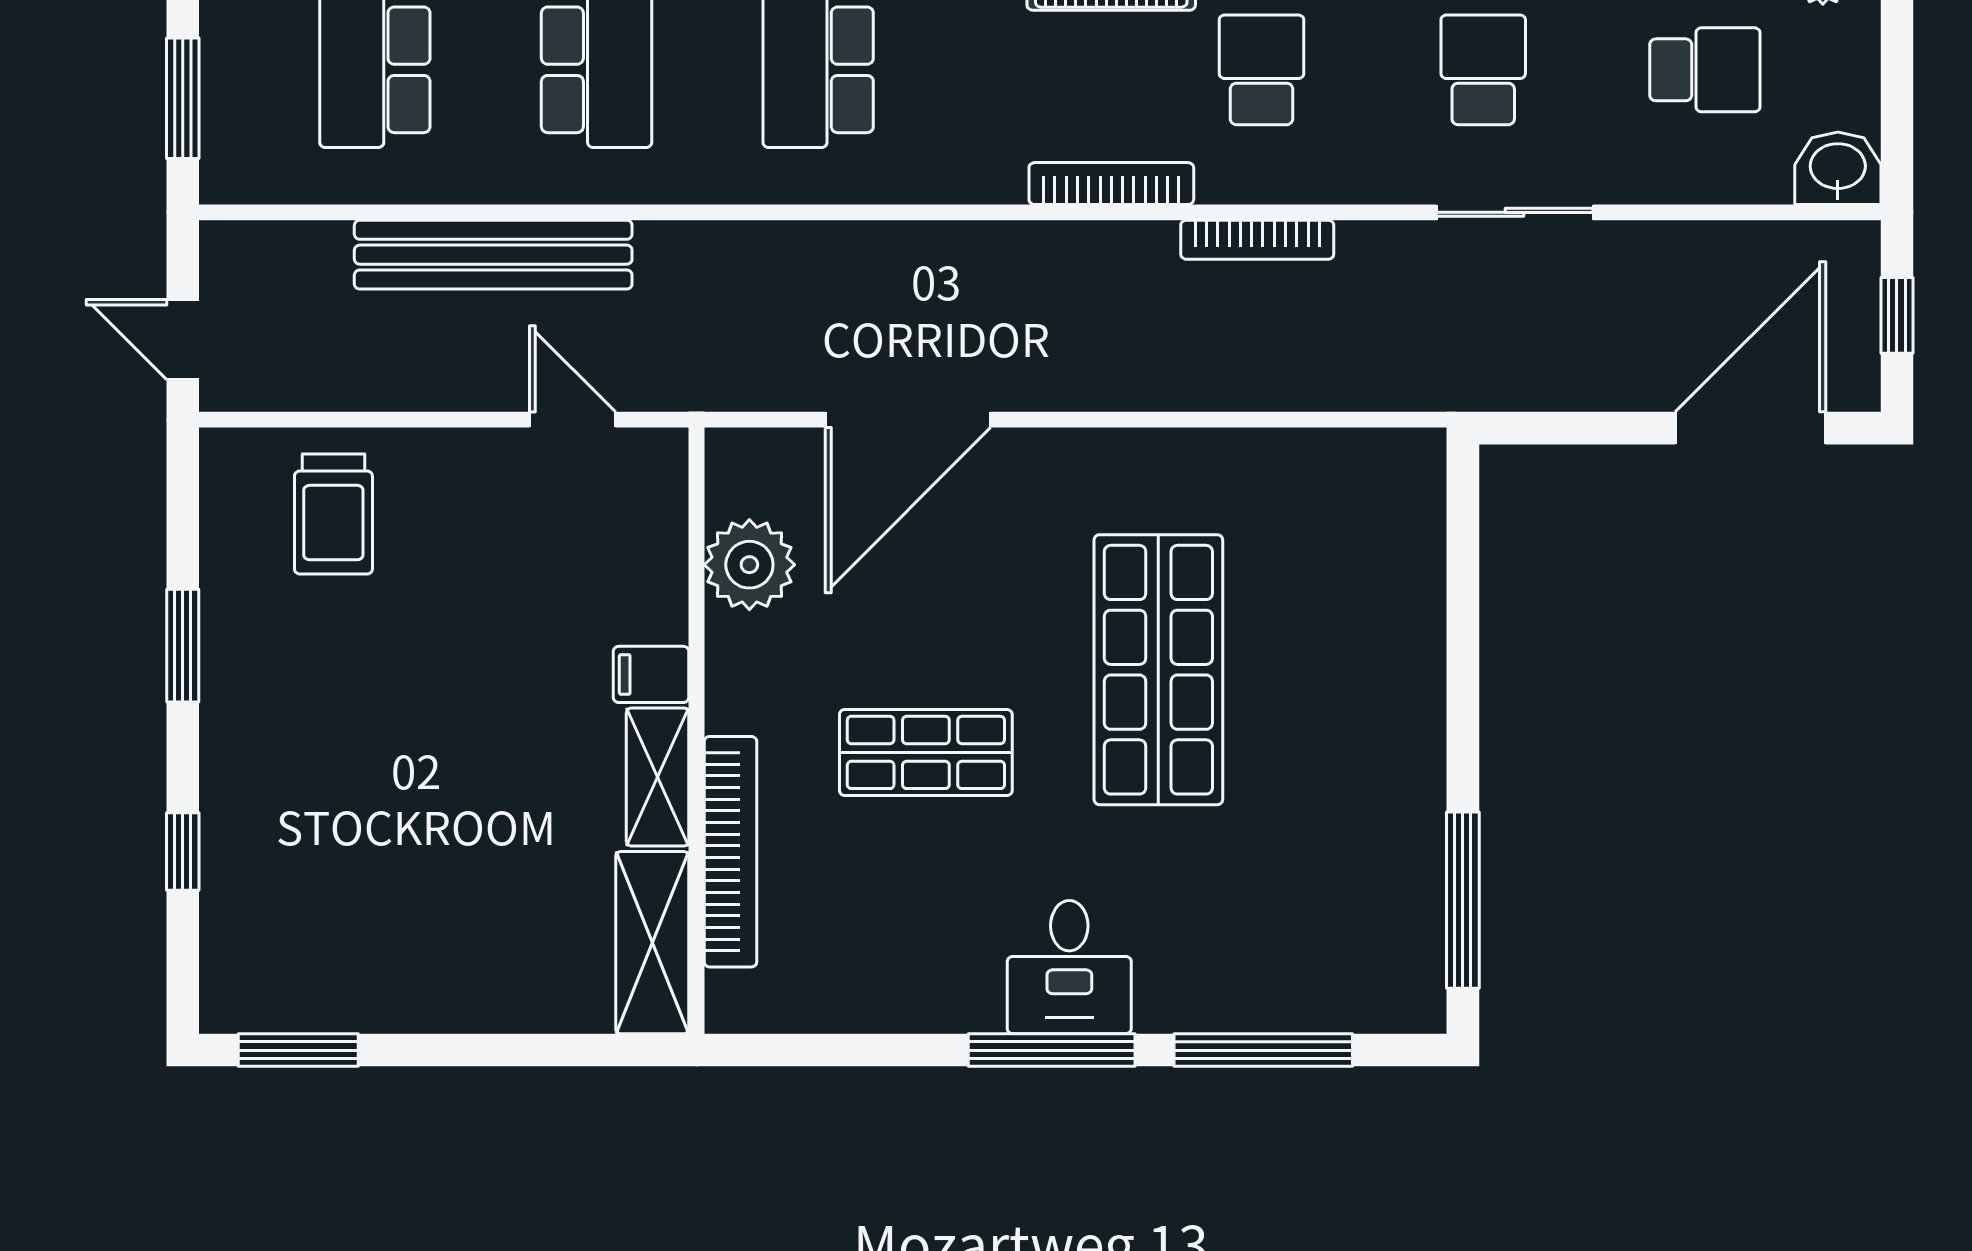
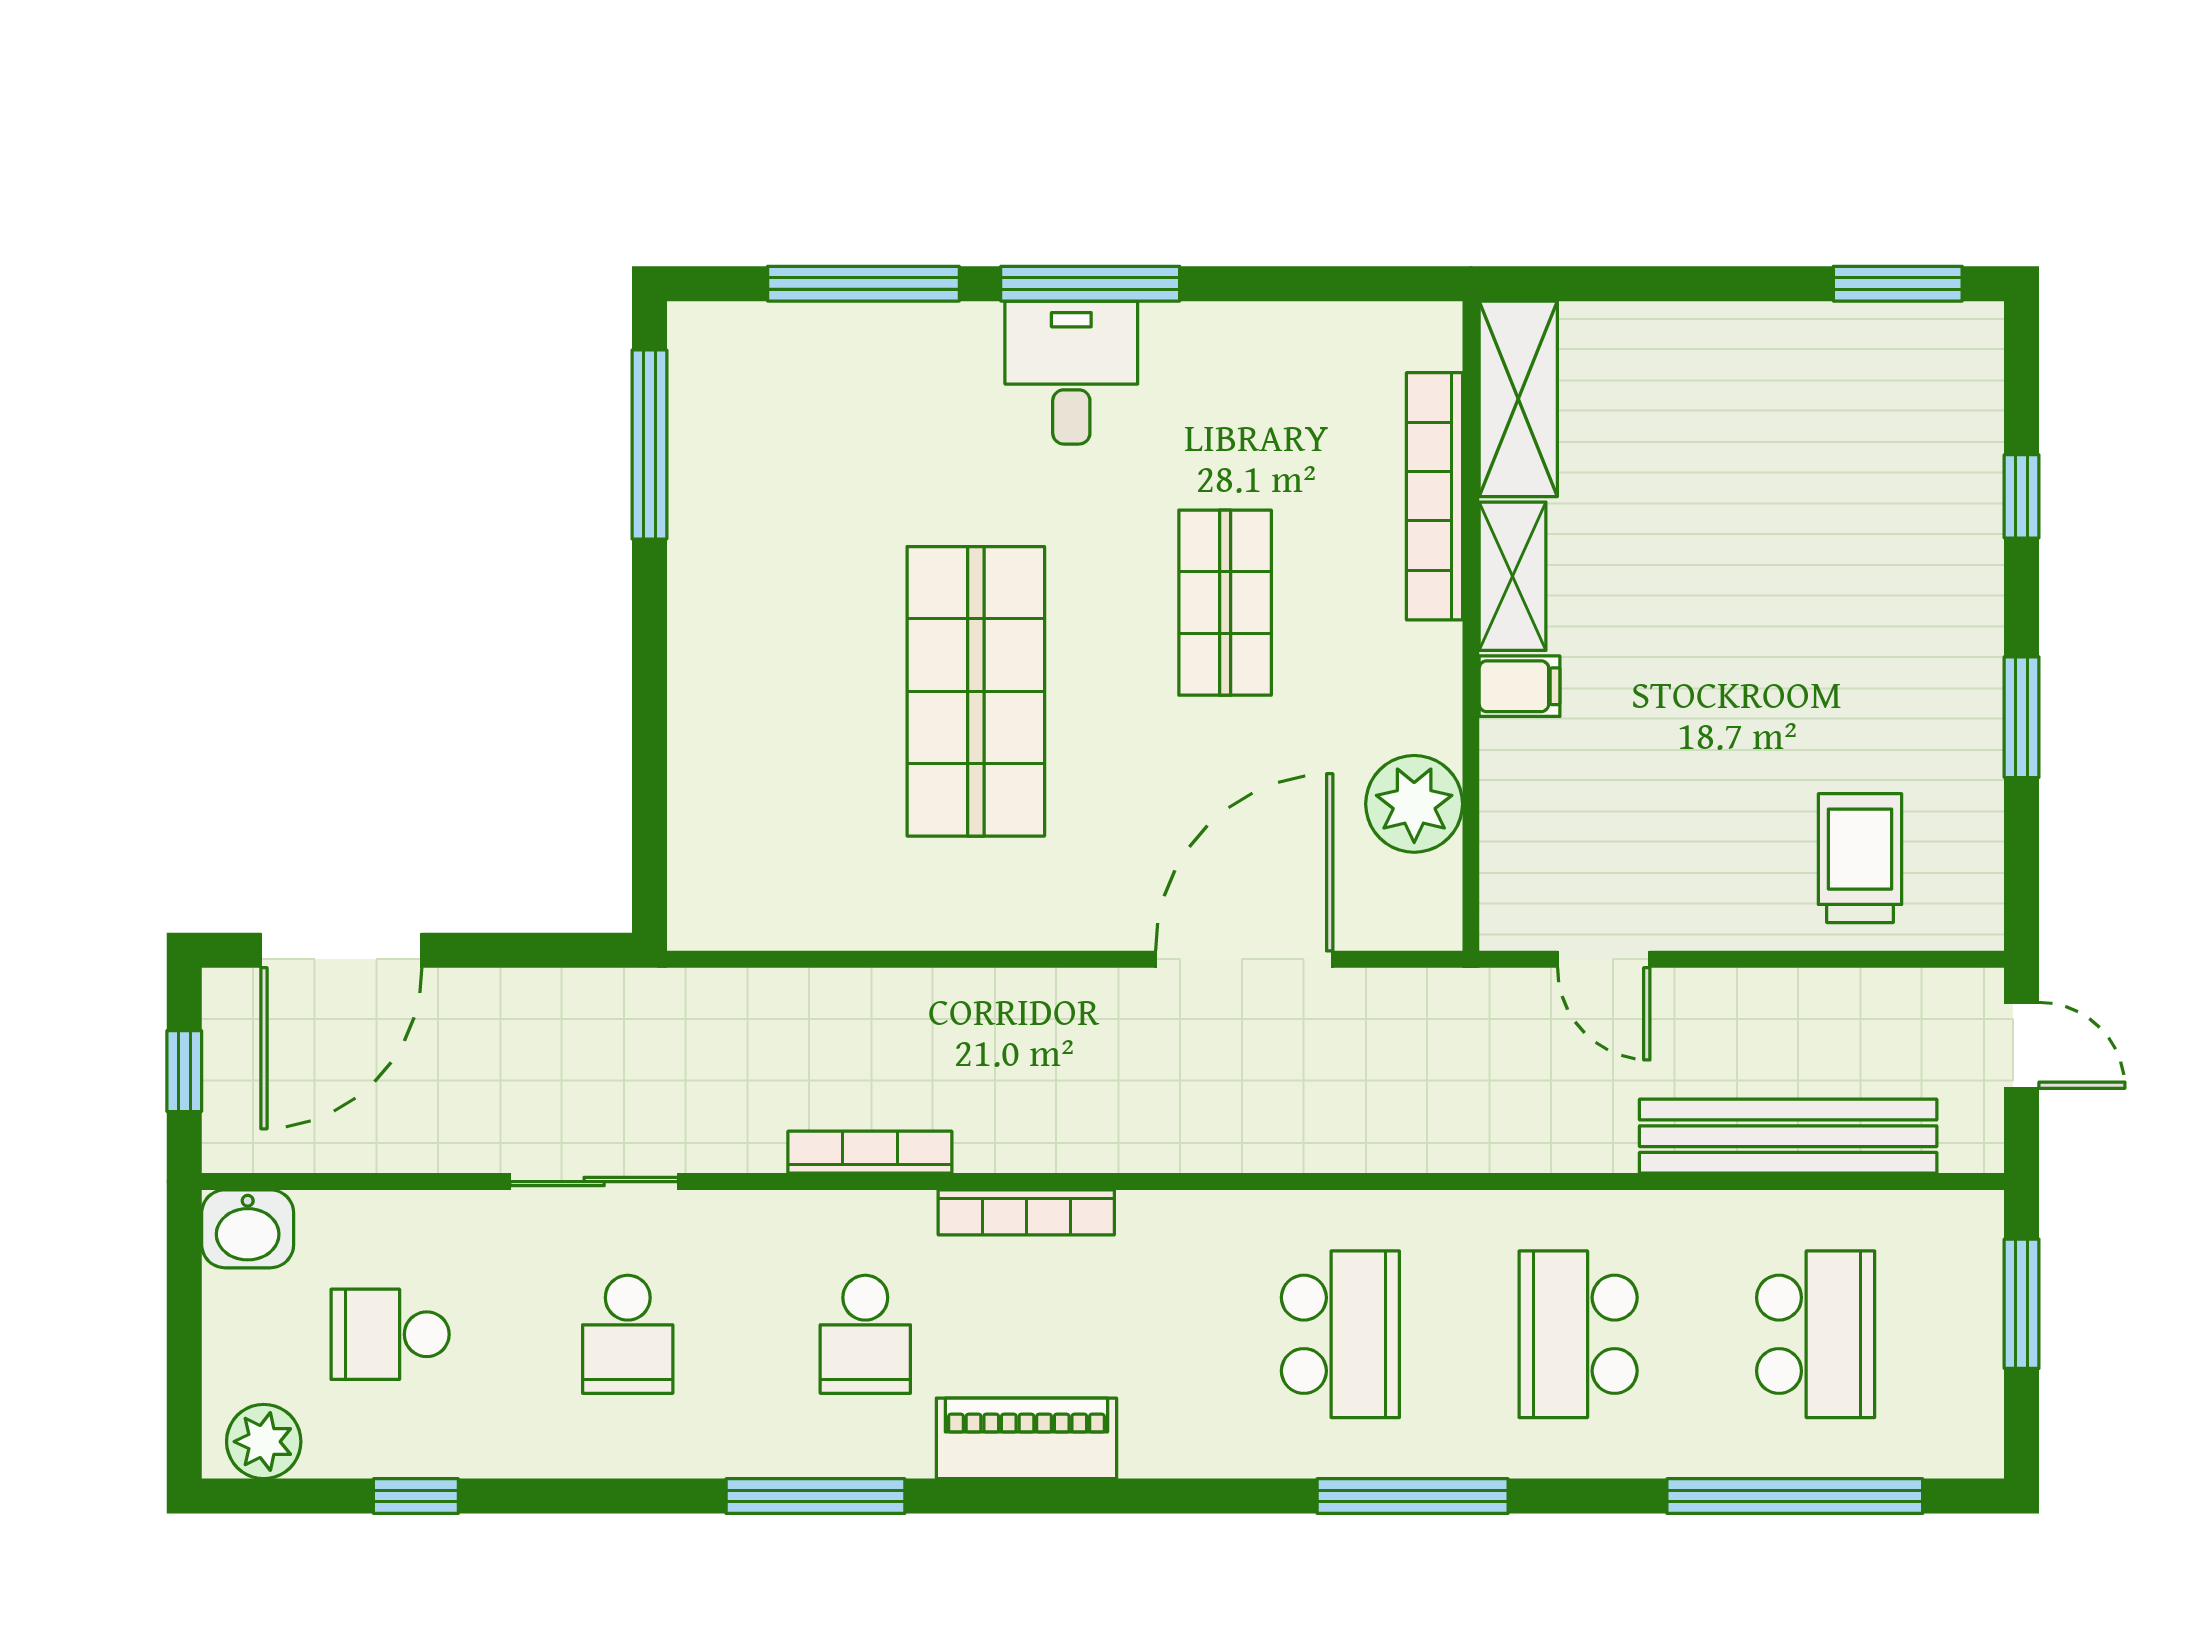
bench: (493, 255) -> (1788, 1136), moved
shop shelf: (926, 752) -> (1225, 603), turned 90

